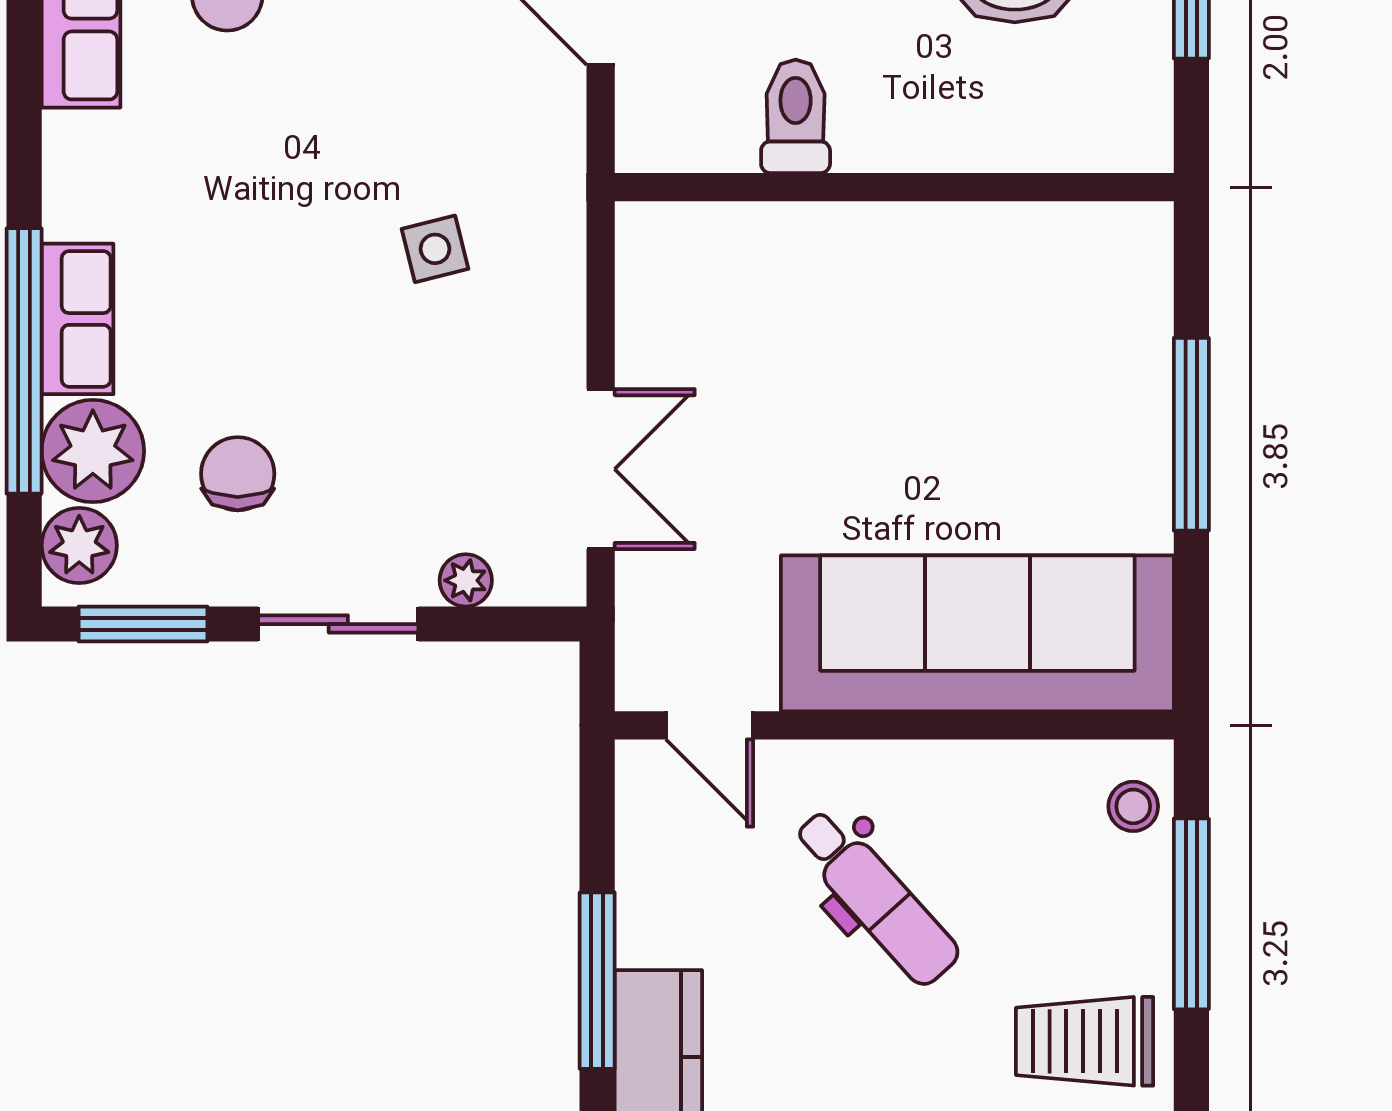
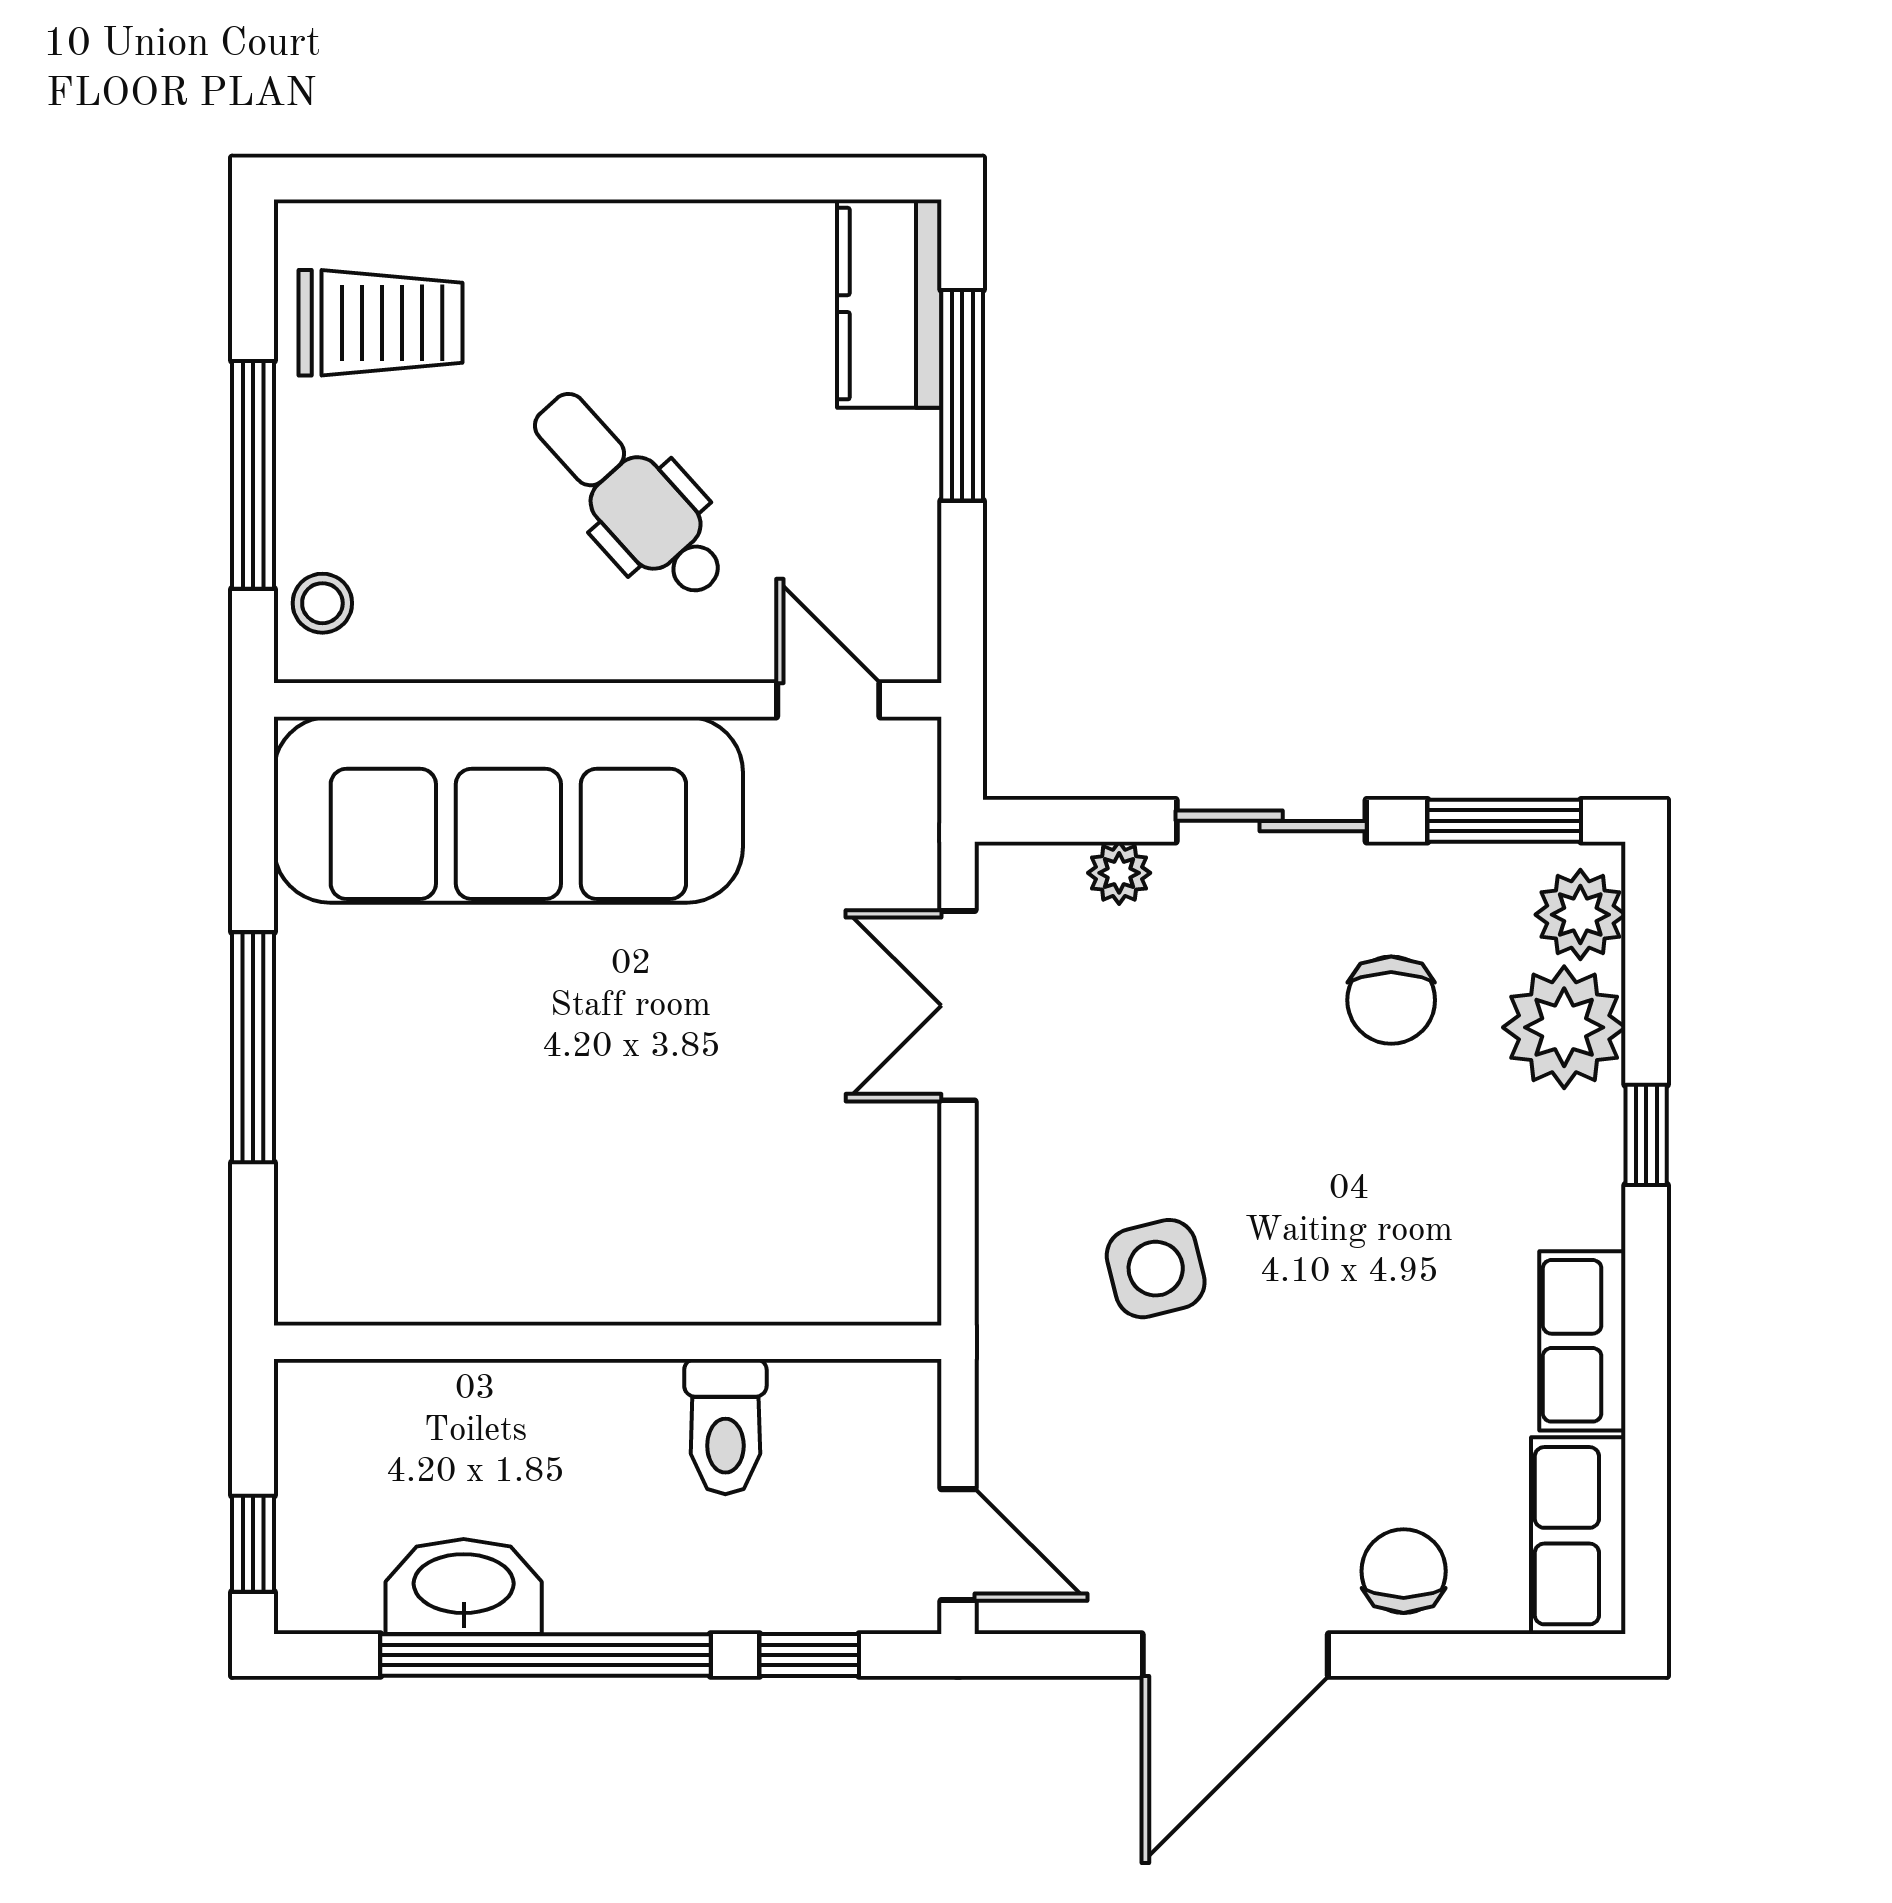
side table: (435, 249) -> (1156, 1269), width x1.37, depth x1.37
row of seats: (78, 319) -> (1582, 1341), moved
window: (24, 361) -> (1646, 1135), width x0.32

